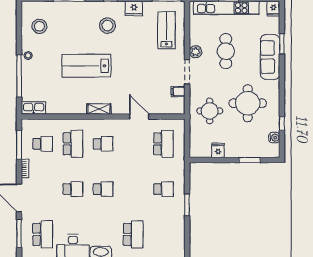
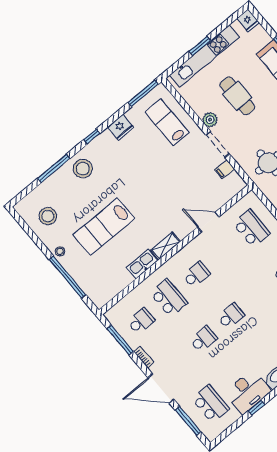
stool: (107, 26) -> (83, 169), moved
lab bench: (86, 66) -> (104, 227), moved
kitchen sink: (34, 108) -> (142, 264), moved

